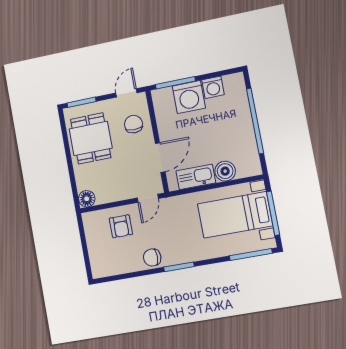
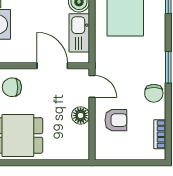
floor lamp: (87, 199) -> (81, 115), moved
bookcase: (115, 270) -> (160, 134), added

